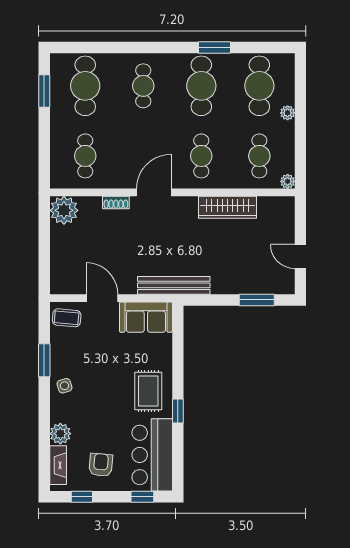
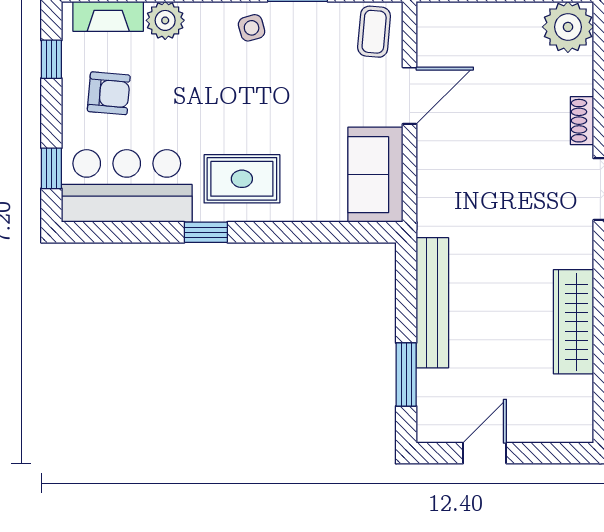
bench: (174, 285) -> (432, 303), moved

